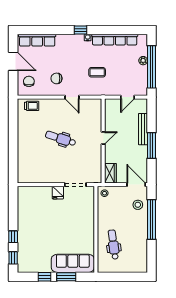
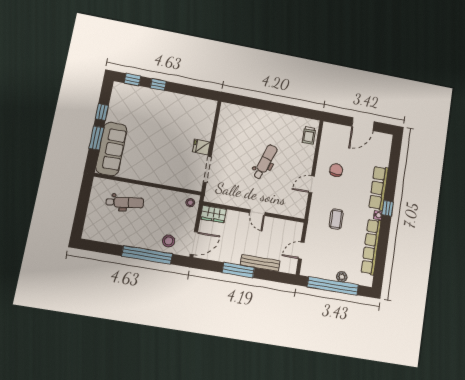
row of seats: (37, 40) -> (379, 188), moved
chair: (29, 81) -> (338, 138), removed
door: (128, 97) -> (301, 251), hinge flipped

